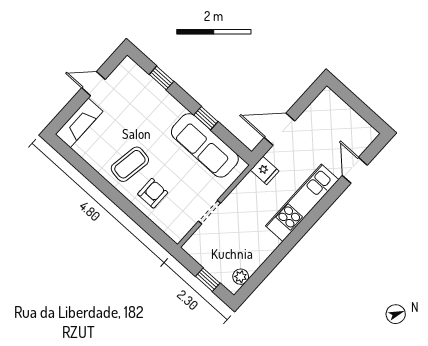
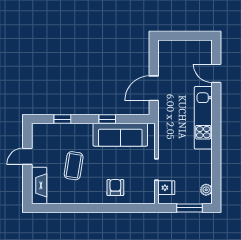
coffee table: (130, 164) -> (74, 166), moved
fridge: (265, 170) -> (166, 188), moved
window: (208, 280) -> (189, 208), width x1.50

